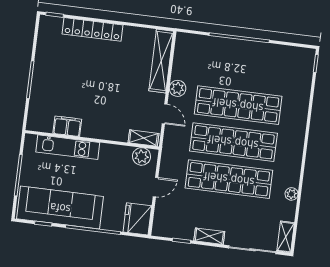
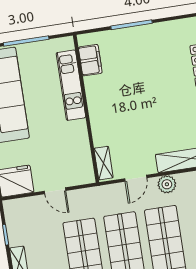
filing cabinet: (67, 126) -> (90, 60), moved
plant: (142, 156) -> (83, 167), removed

